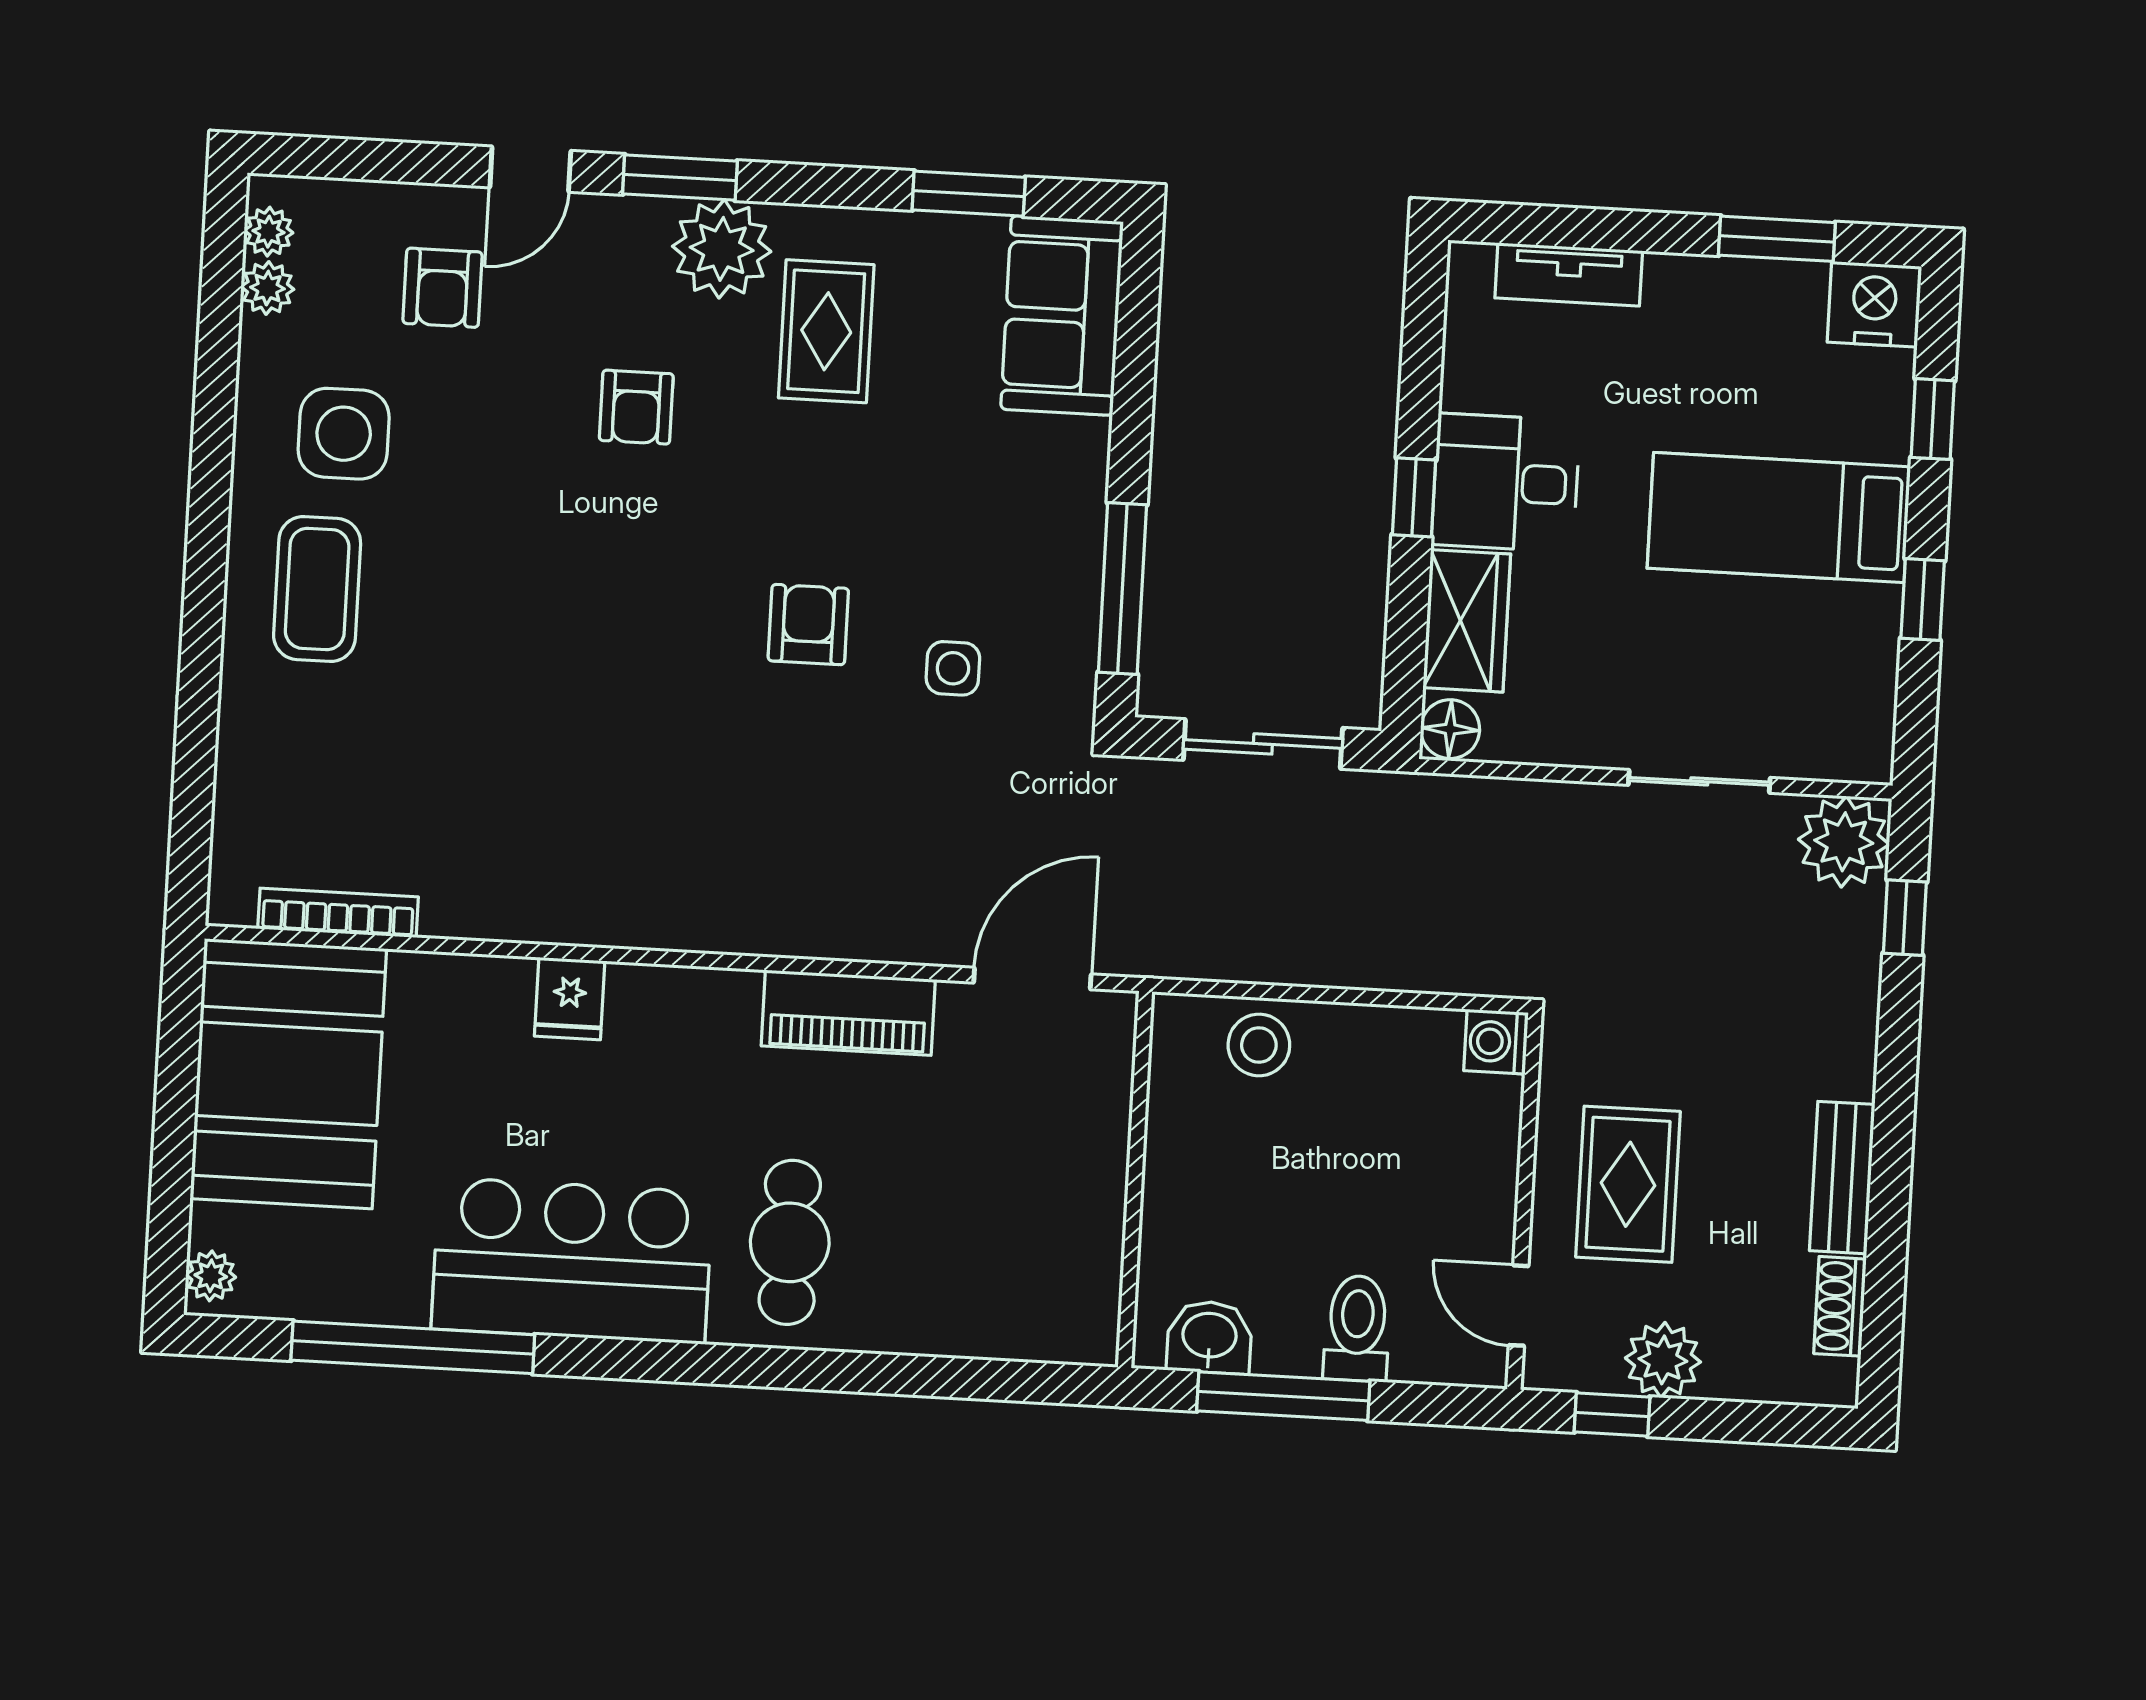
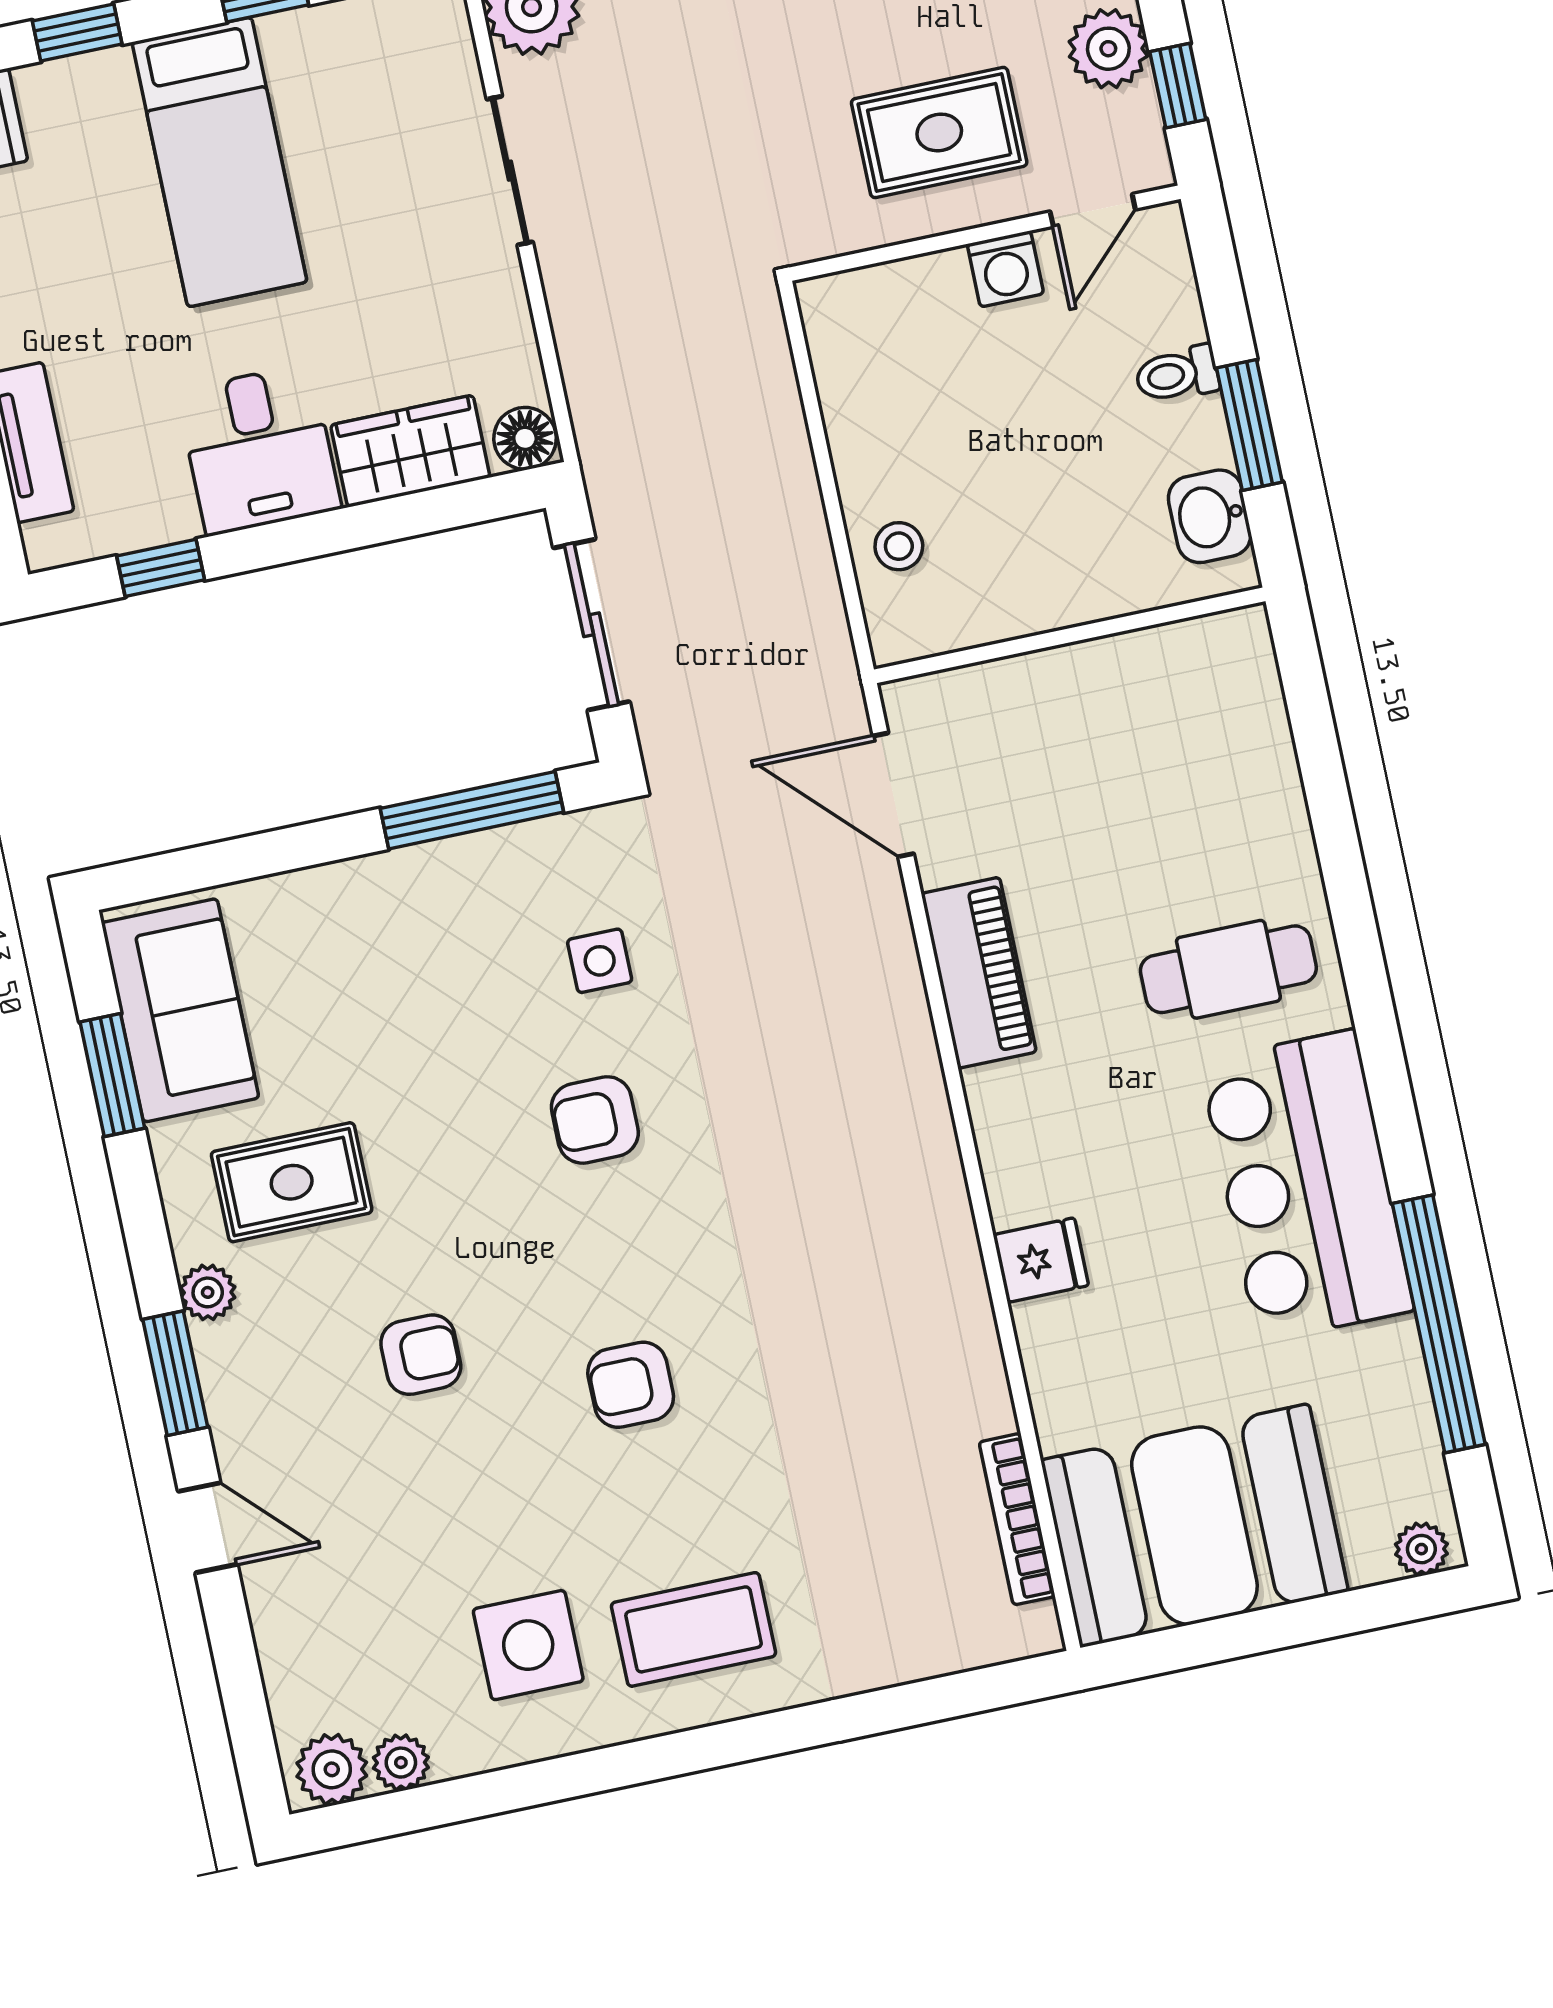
plant: (269, 232) -> (332, 1769), width x1.38, depth x1.38
plant: (722, 249) -> (208, 1292), width x0.53, depth x0.53
armchair: (443, 288) -> (631, 1385), moved, turned 180
sofa: (1062, 316) -> (180, 1010), moved, turned -90
window: (1414, 497) -> (161, 568), moved
washing machine: (1496, 1042) -> (1005, 269), moved
stool: (1259, 1045) -> (899, 546), width x0.73, depth x0.73
toilet: (1357, 1328) -> (1177, 374), width x0.73, depth x0.72
window: (1283, 1396) -> (1249, 425), width x0.69

